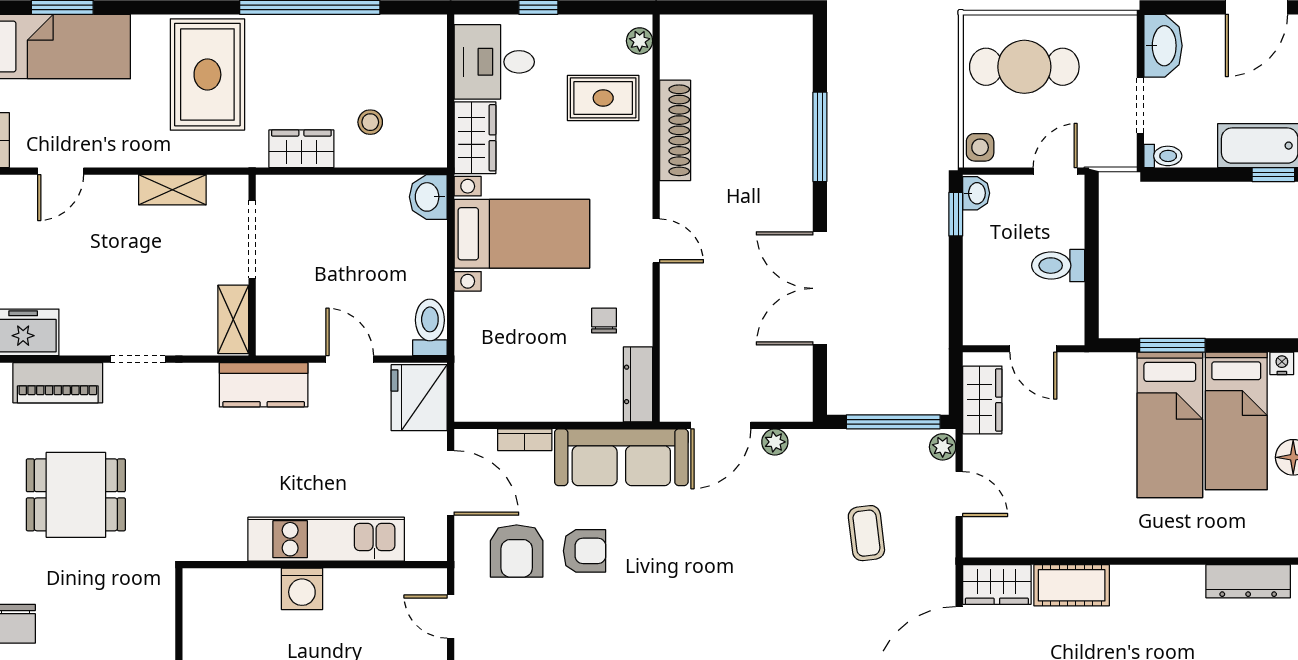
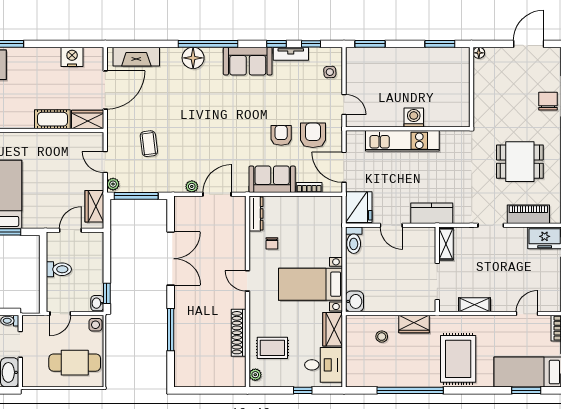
door: (1033, 349) -> (70, 230), hinge flipped
sofa: (621, 457) -> (272, 179), width x0.73
armchair: (584, 551) -> (281, 135), turned 90

